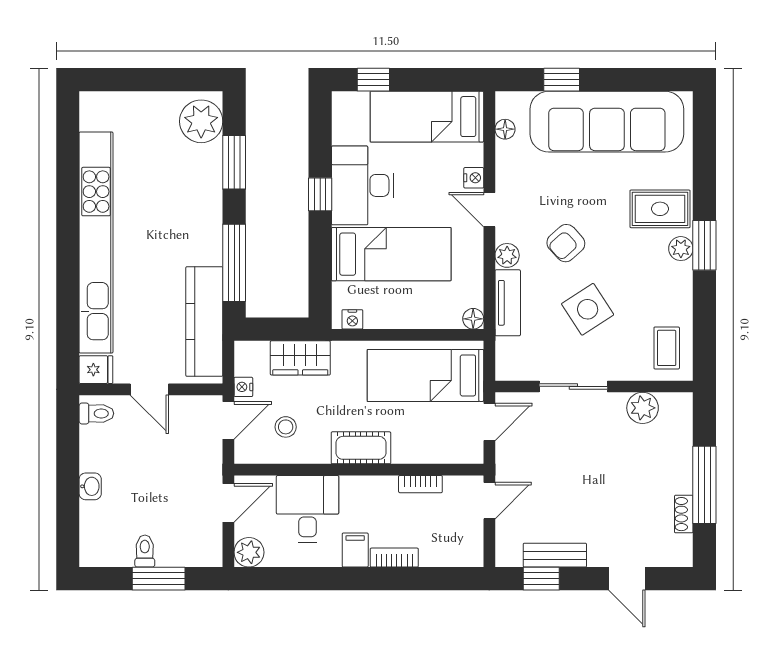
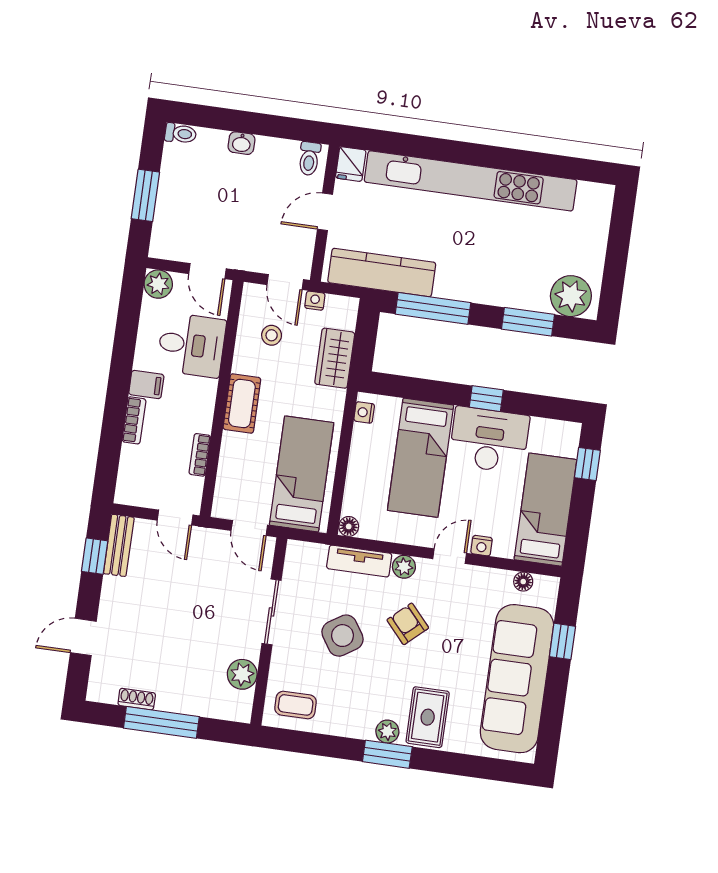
toilet: (145, 551) -> (181, 133), moved
bench: (555, 555) -> (119, 545), moved

